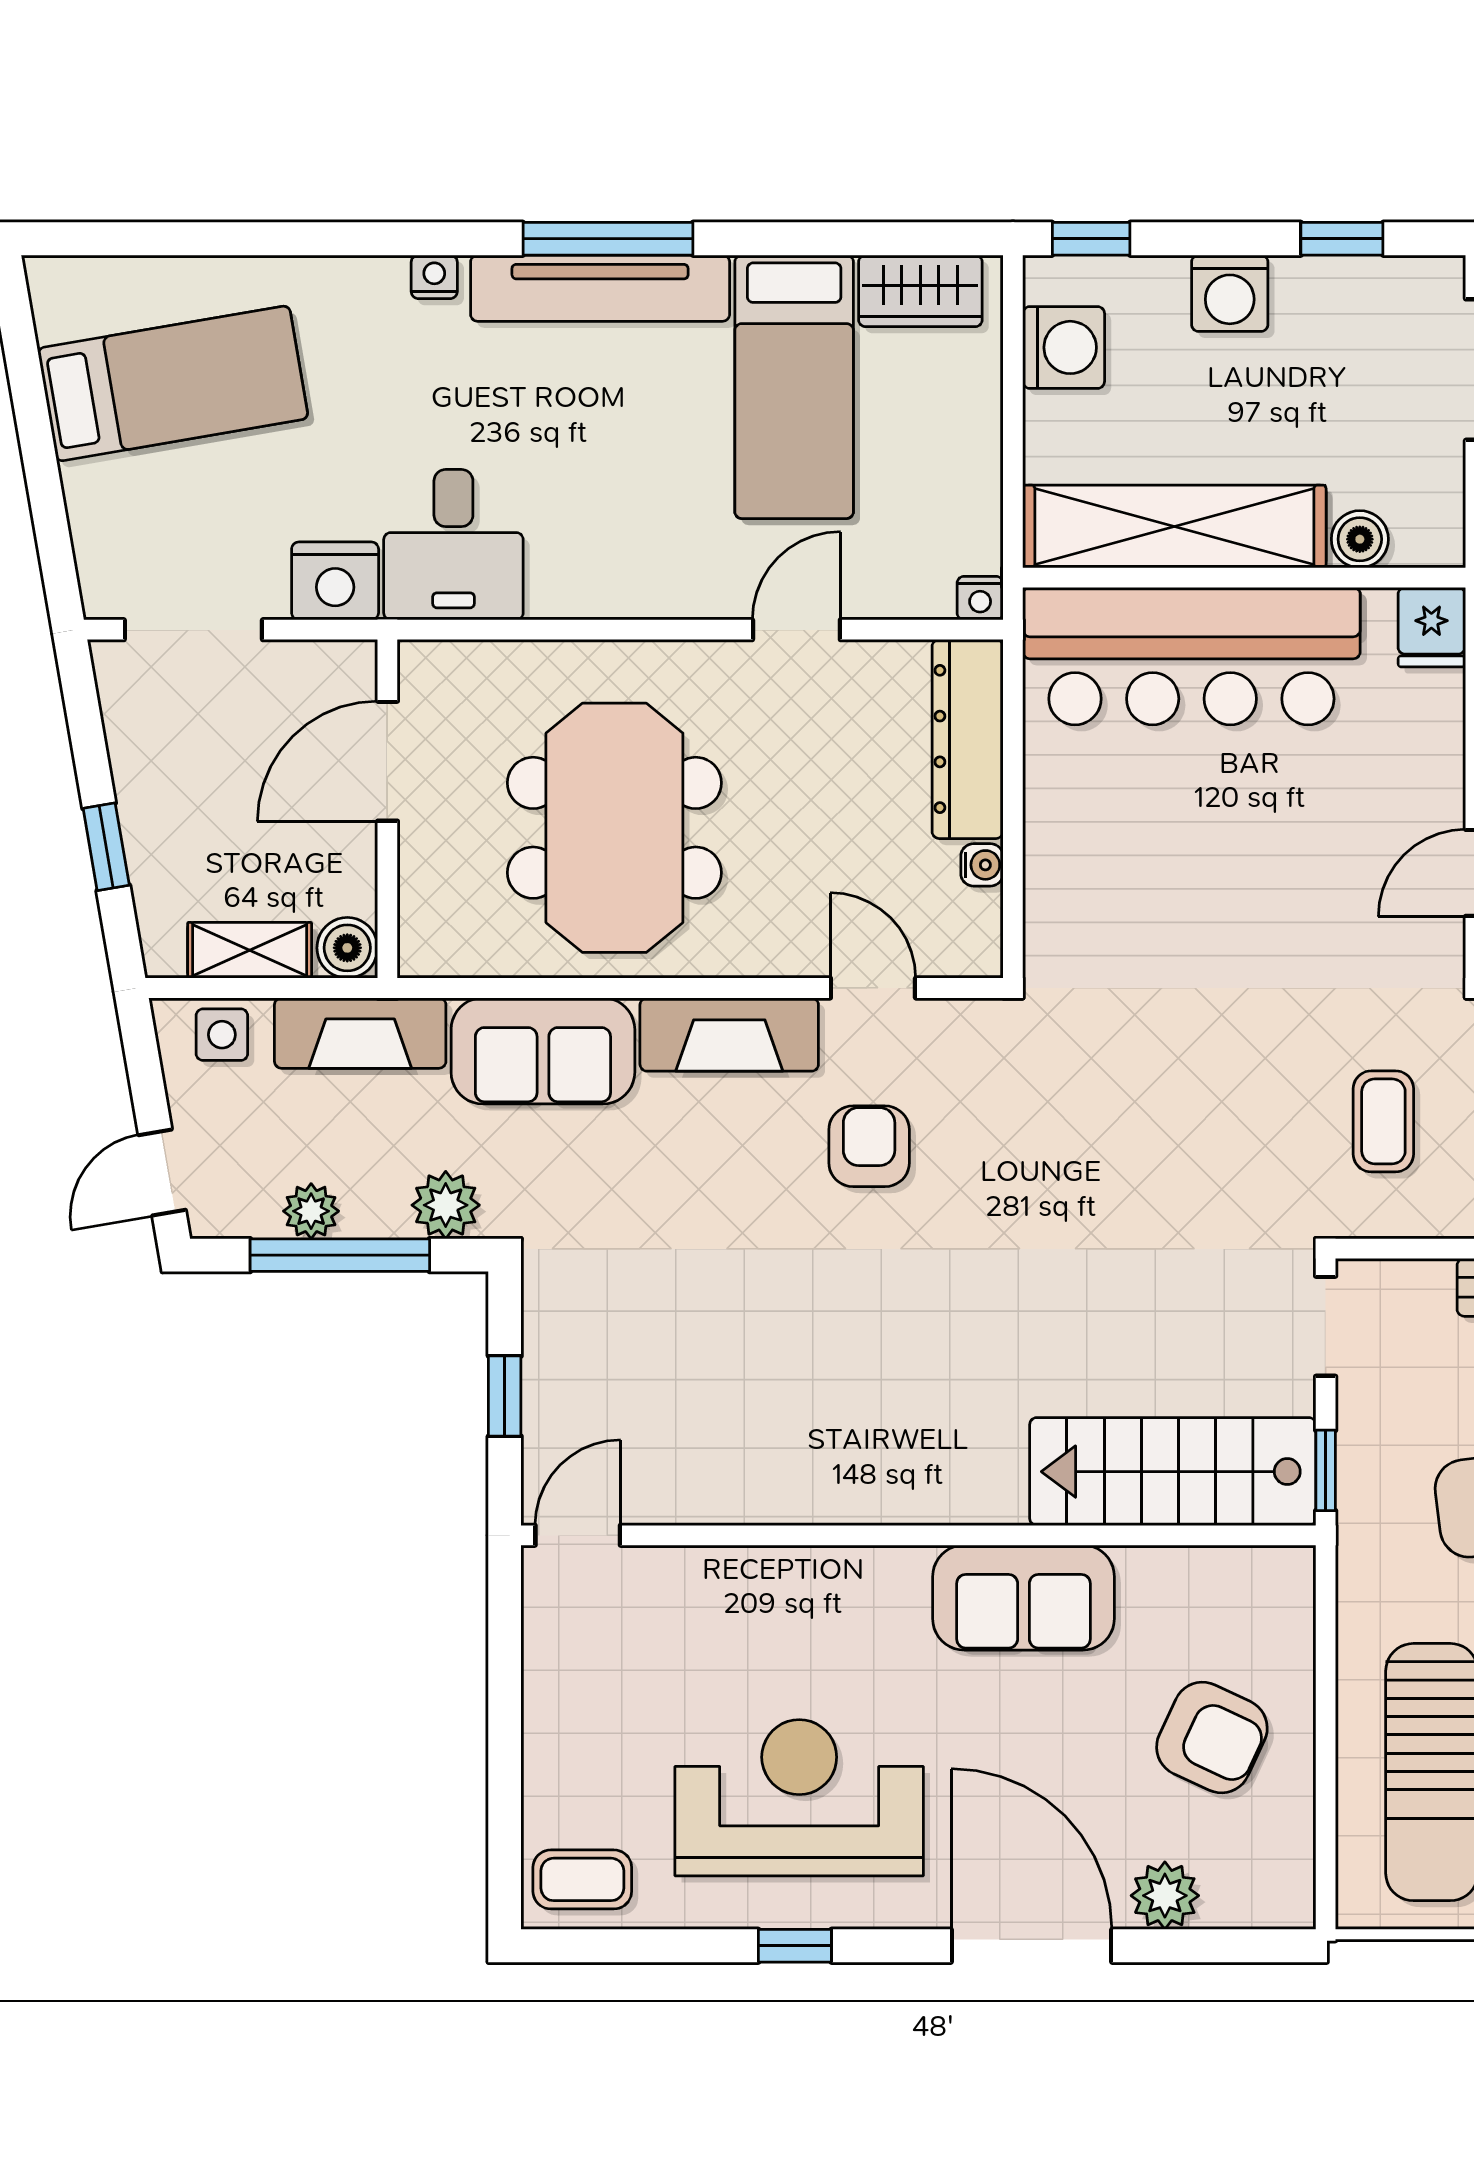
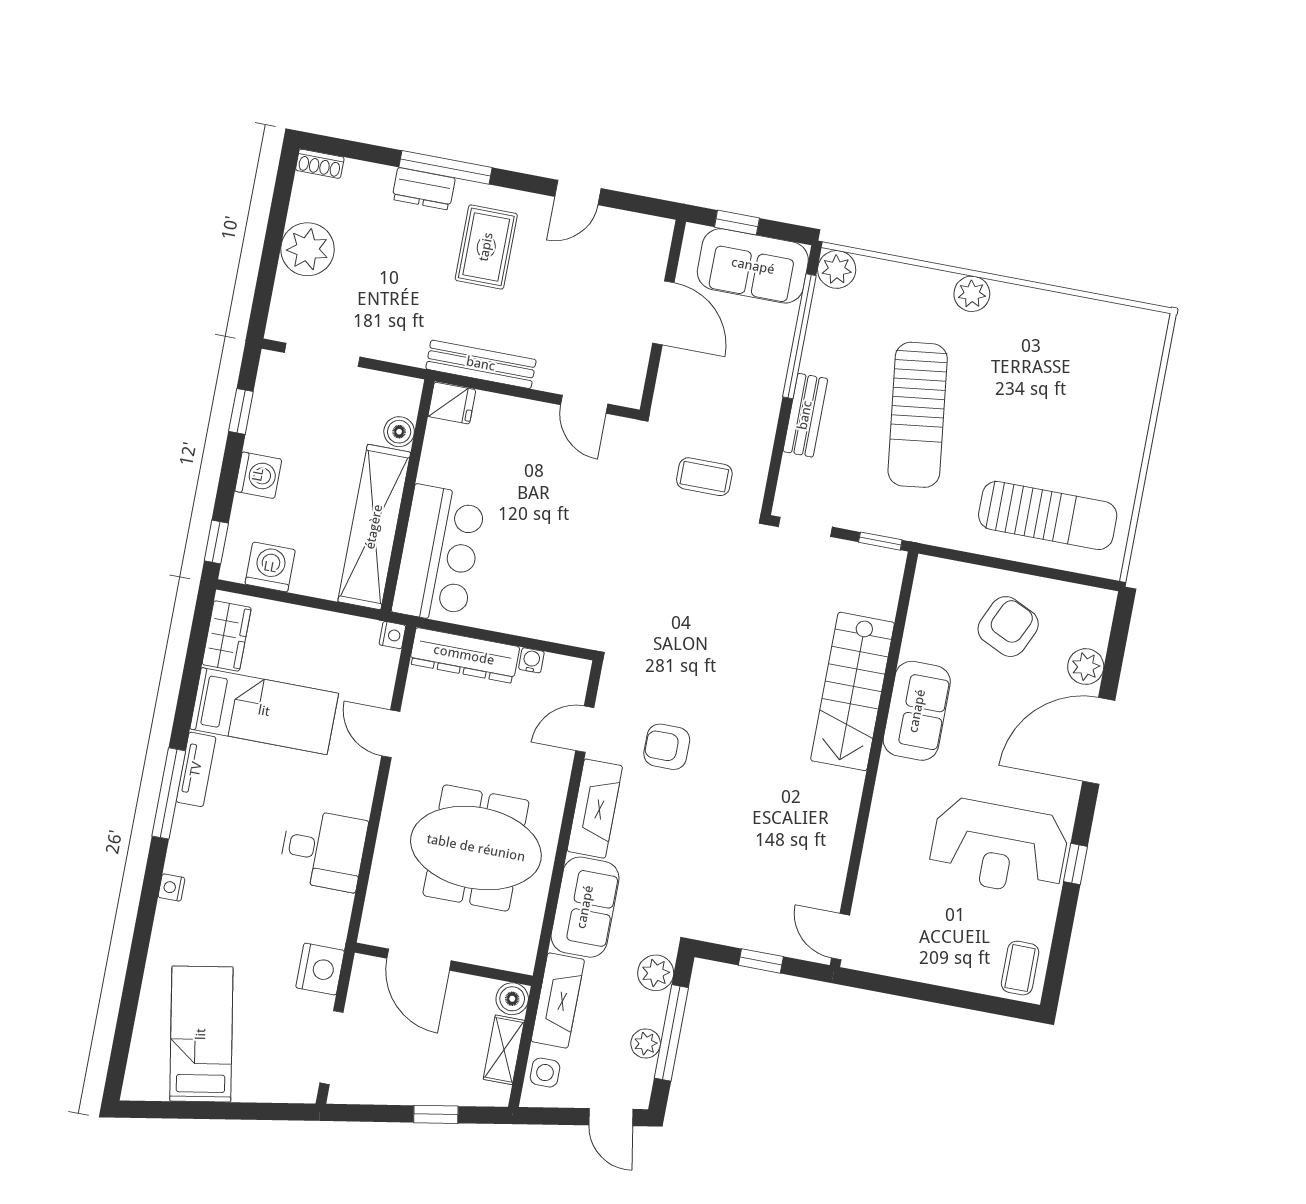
tv unit: (600, 288) -> (196, 769), width x0.52, depth x0.78
desk: (453, 545) -> (323, 850), moved
bar counter: (1191, 656) -> (439, 554), width x0.73
stairs: (1173, 1472) -> (852, 691), moved
reception desk: (799, 1798) -> (999, 847), turned -90

